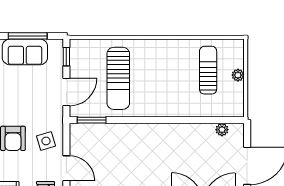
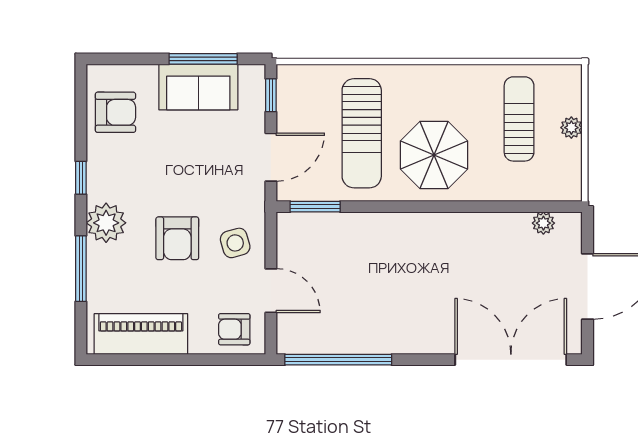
parasol: (159, 91) -> (434, 155), added

